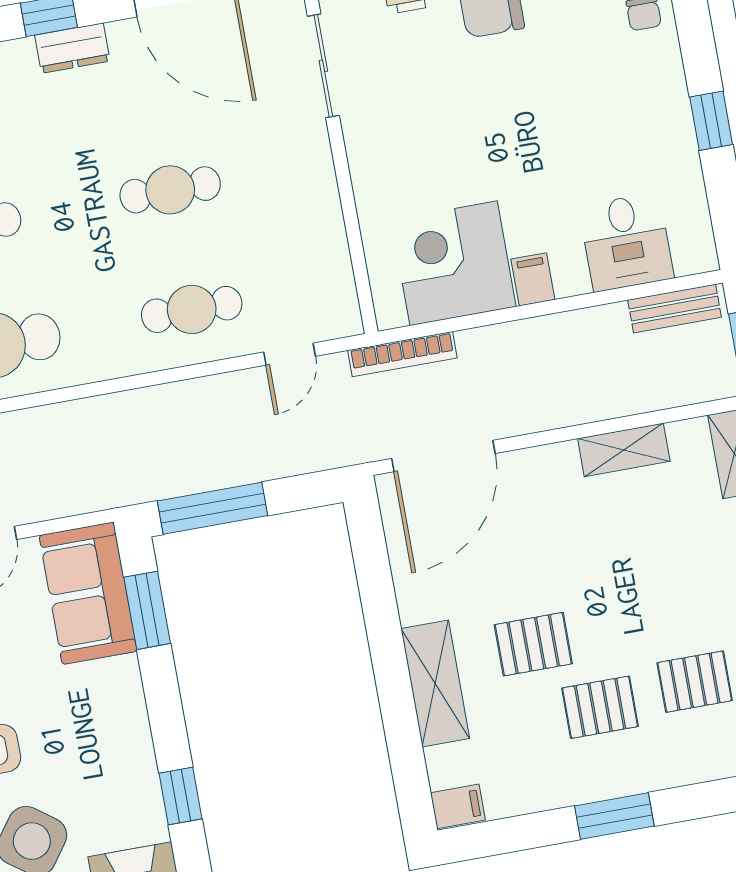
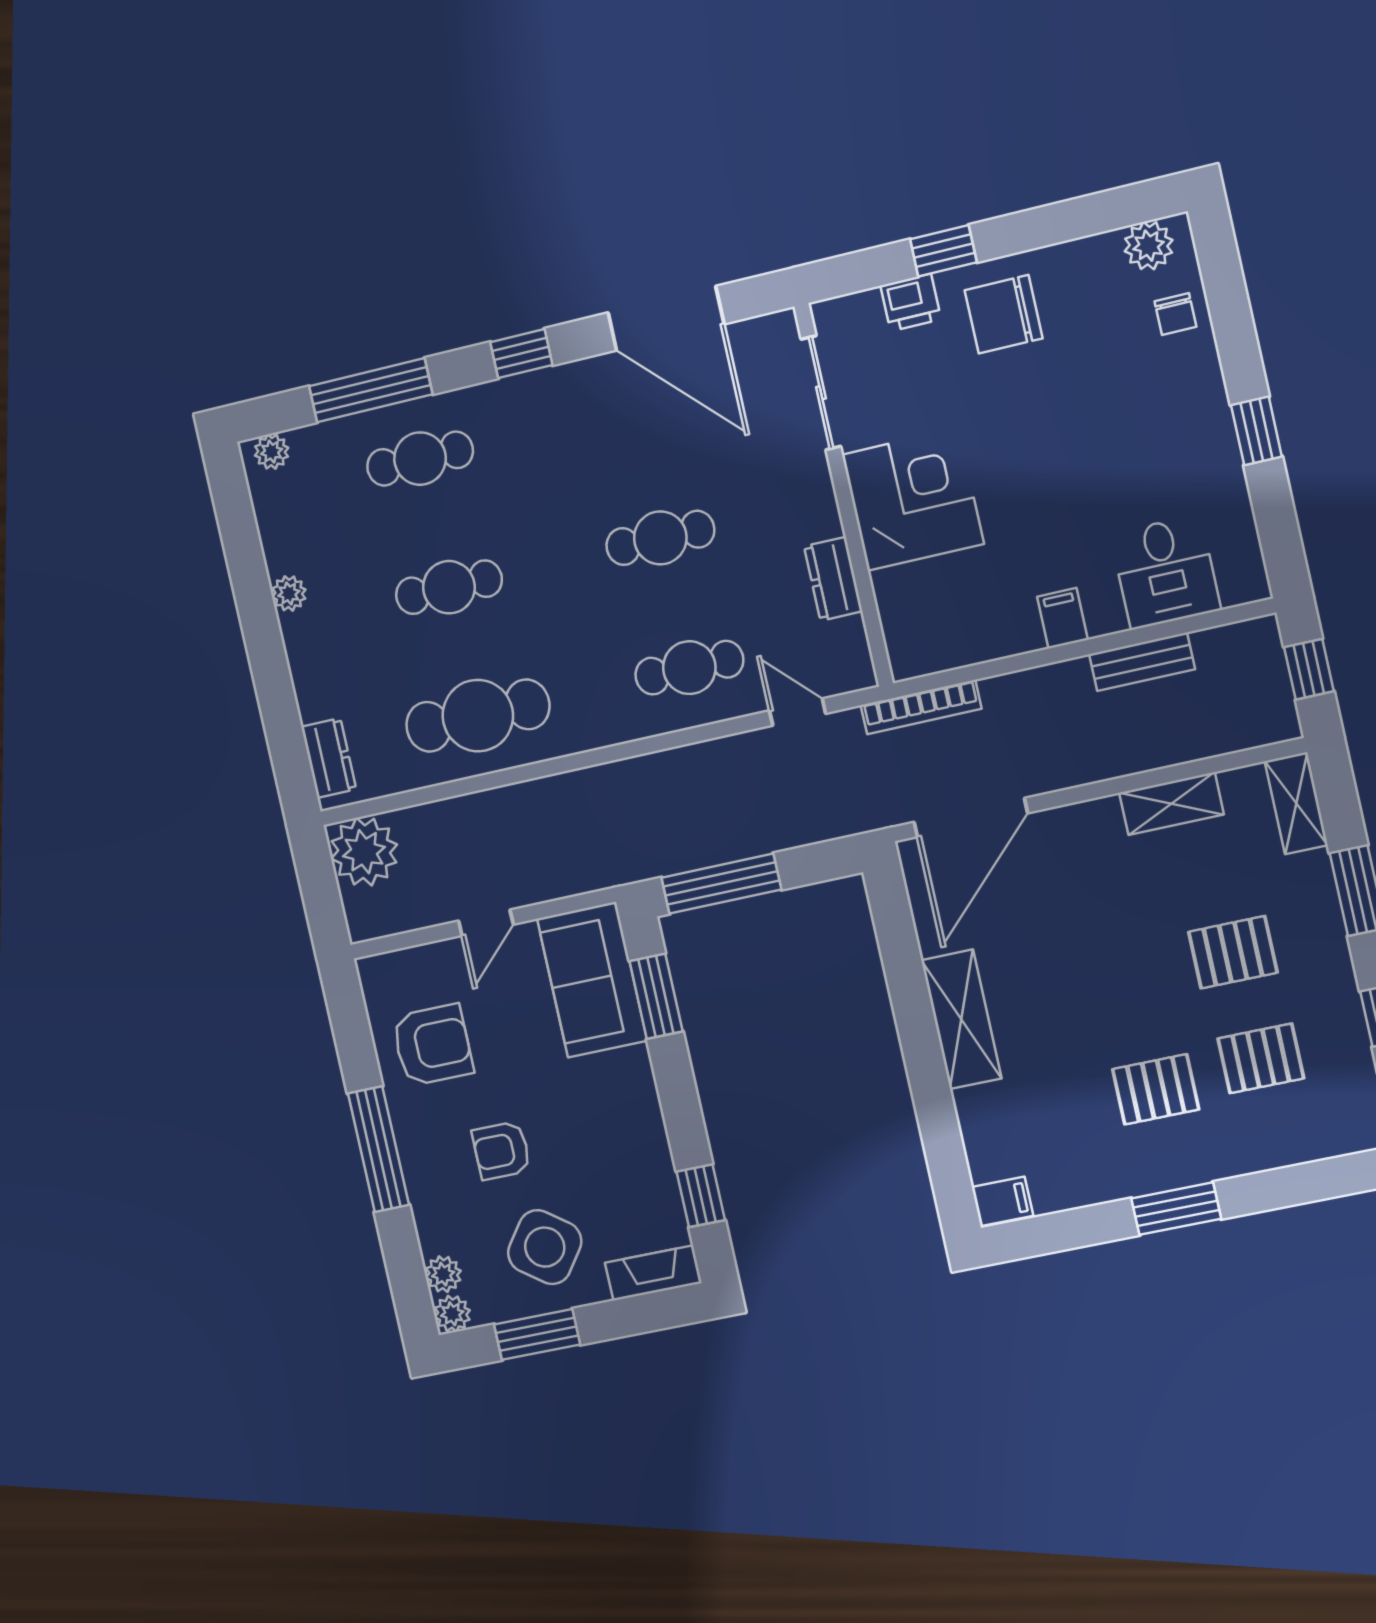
dresser: (72, 48) -> (833, 579), moved, turned 90
corner desk: (454, 263) -> (913, 499), moved, turned 90
bench: (675, 309) -> (1142, 662), moved
door: (290, 354) -> (798, 712), swing flipped
pallet: (533, 644) -> (1233, 952), moved
shelving: (435, 684) -> (961, 1019), moved

